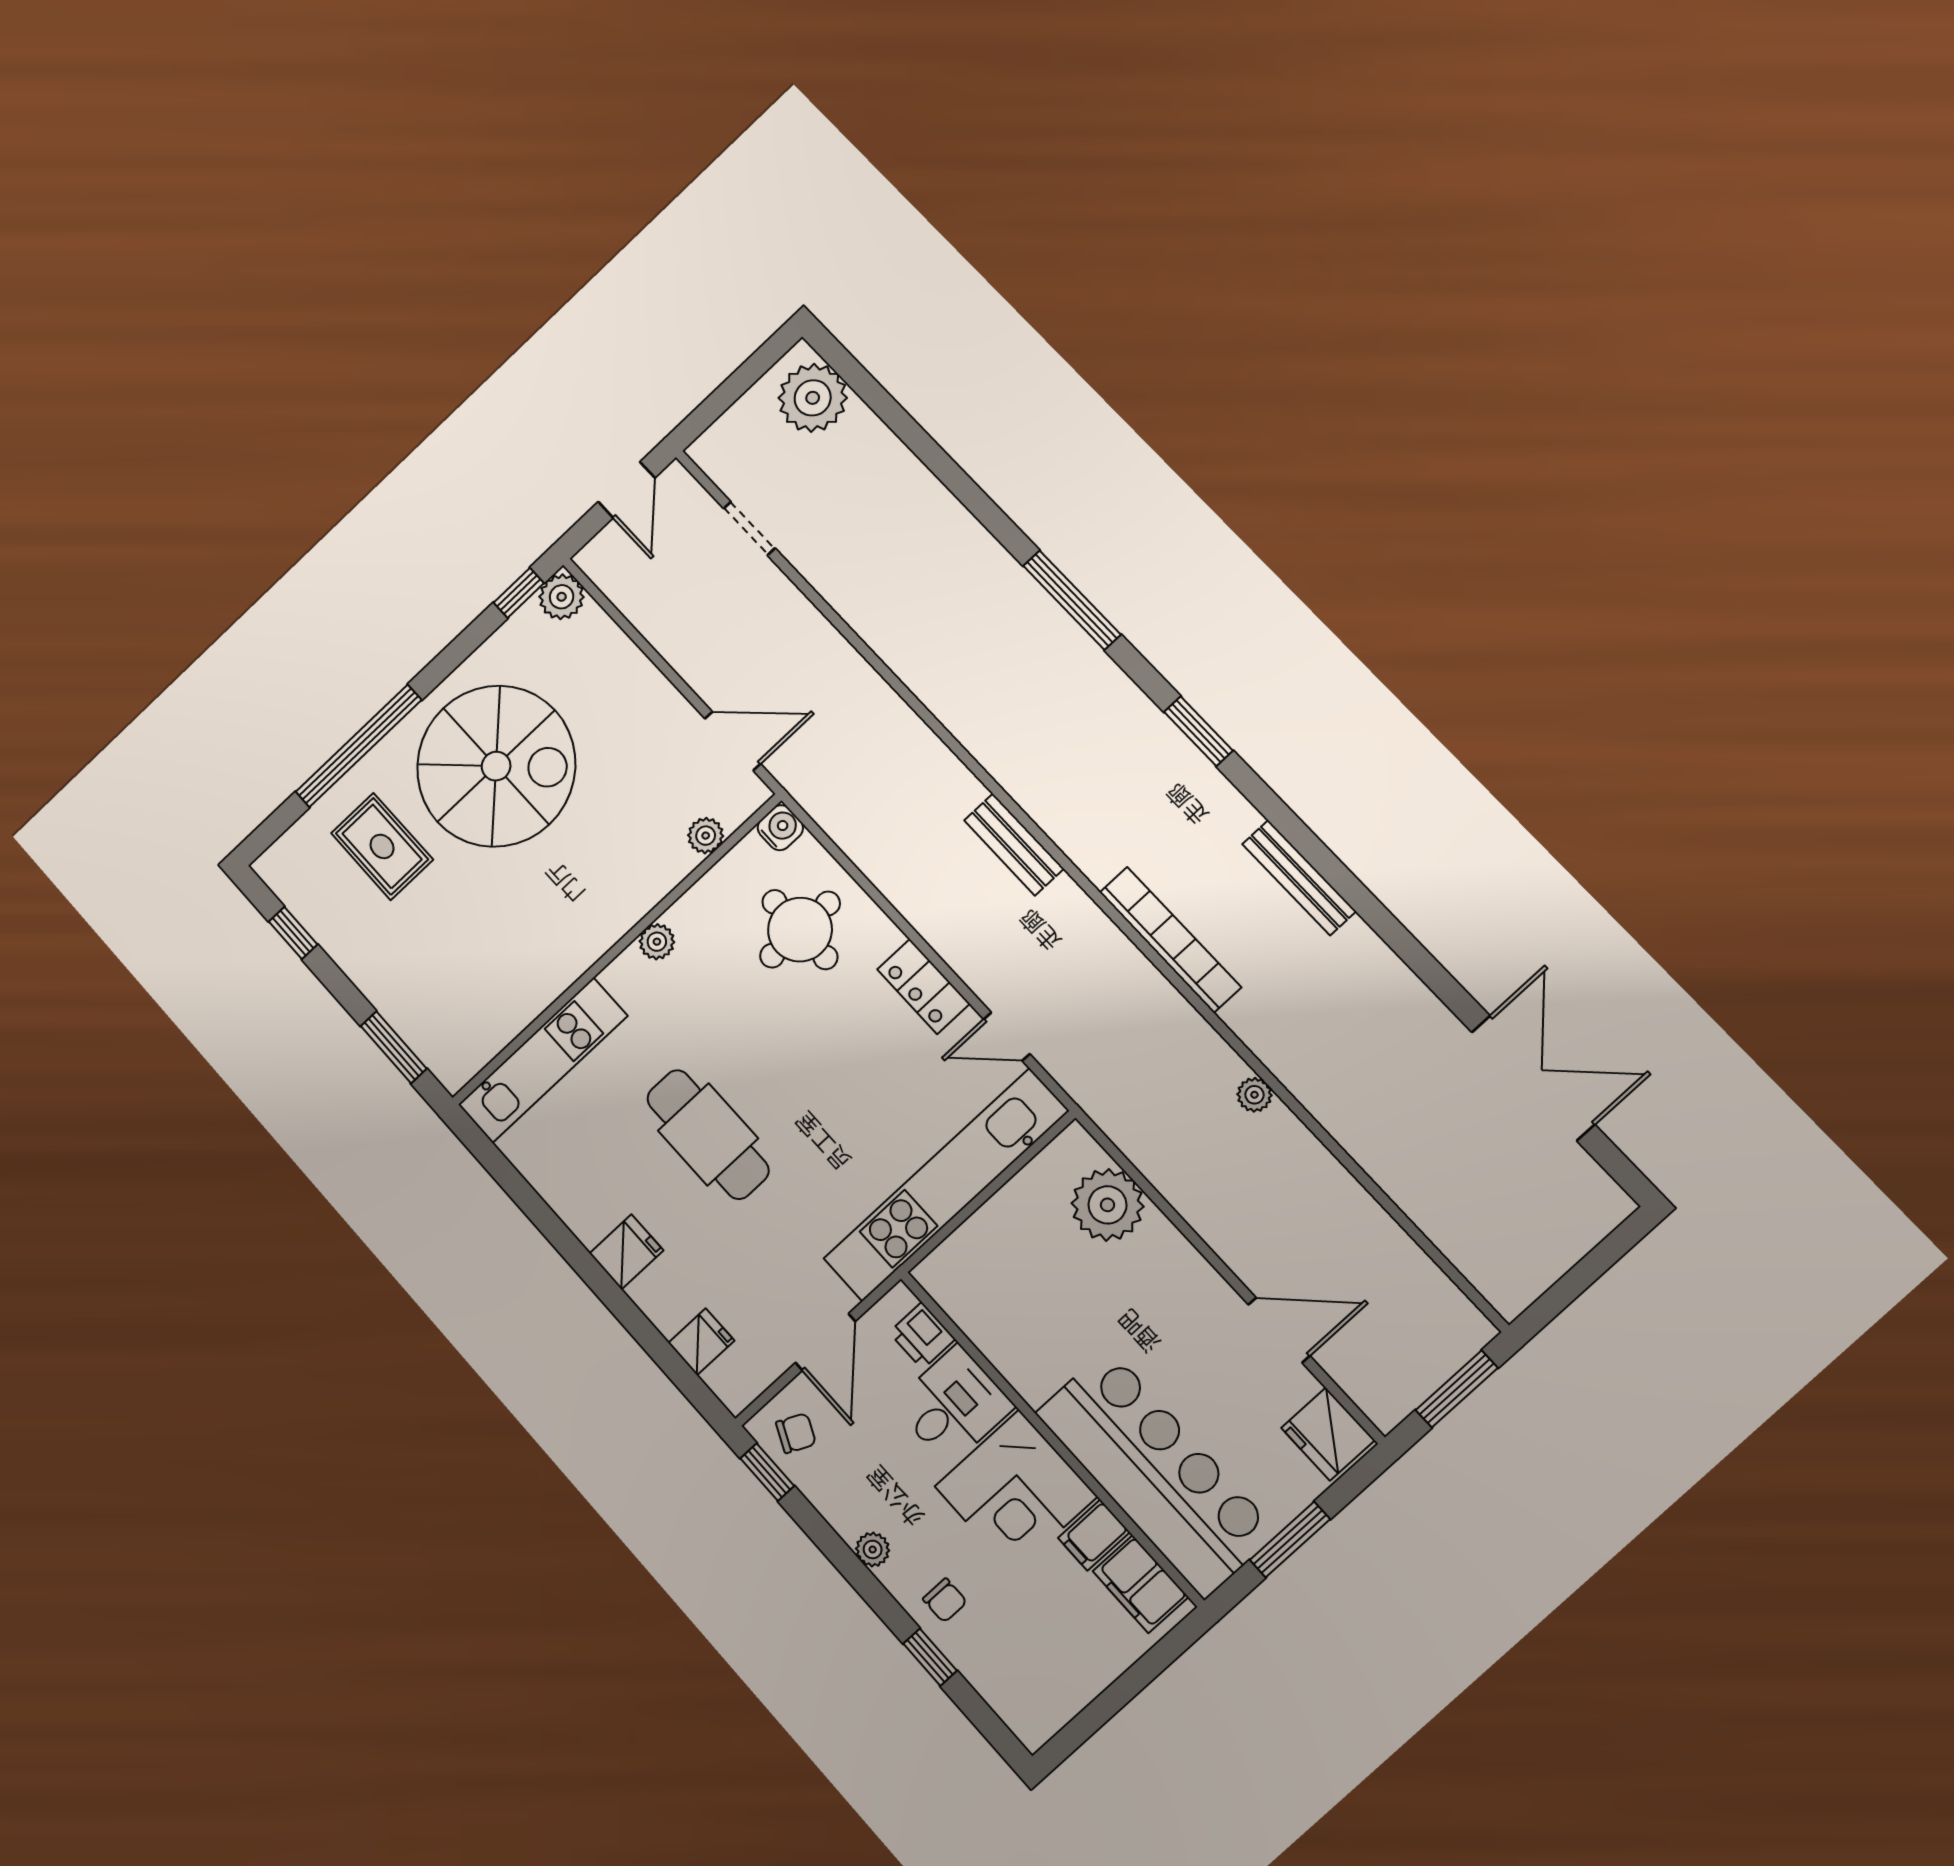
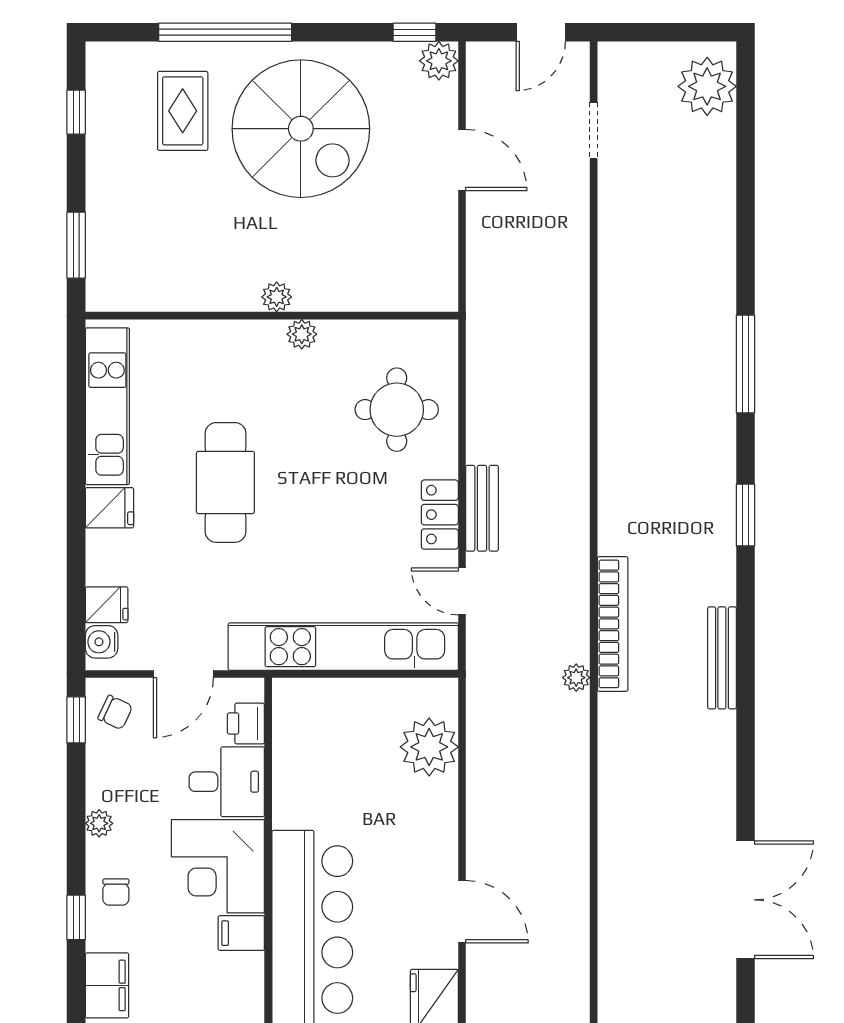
door: (733, 741) -> (462, 160), moved
water cooler: (780, 828) -> (102, 642), moved, turned 180
plant: (706, 836) -> (277, 297), moved
bench: (1014, 844) -> (482, 508), moved
kitchen unit: (543, 1060) -> (107, 406), moved, turned -90
plant: (1254, 1095) -> (576, 678), moved
filing cabinet: (1140, 1584) -> (107, 985), moved, turned 180

